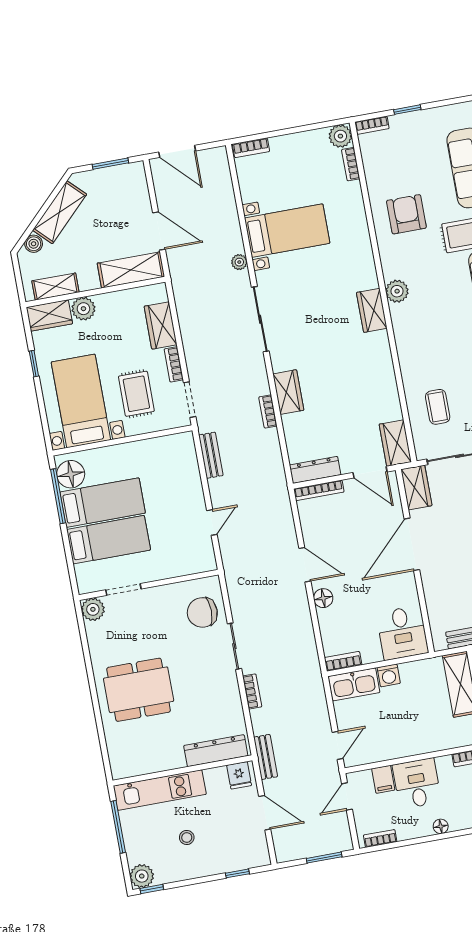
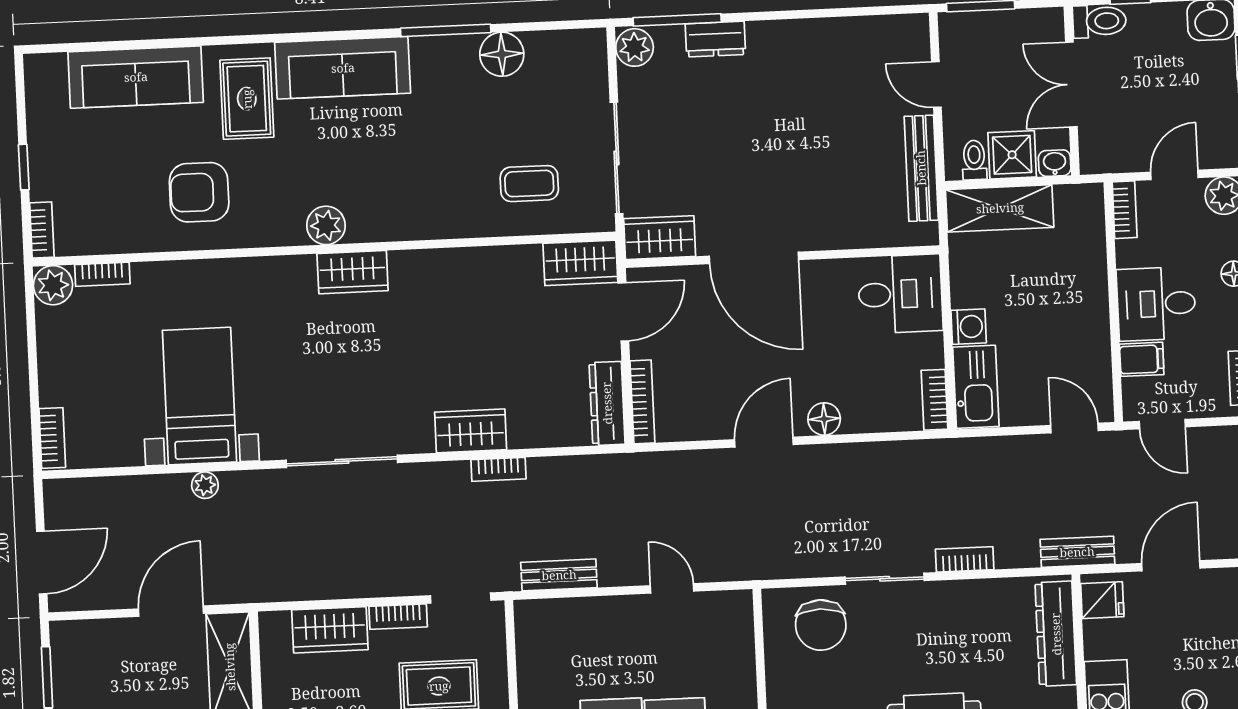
plant: (239, 262) -> (205, 485), moved

